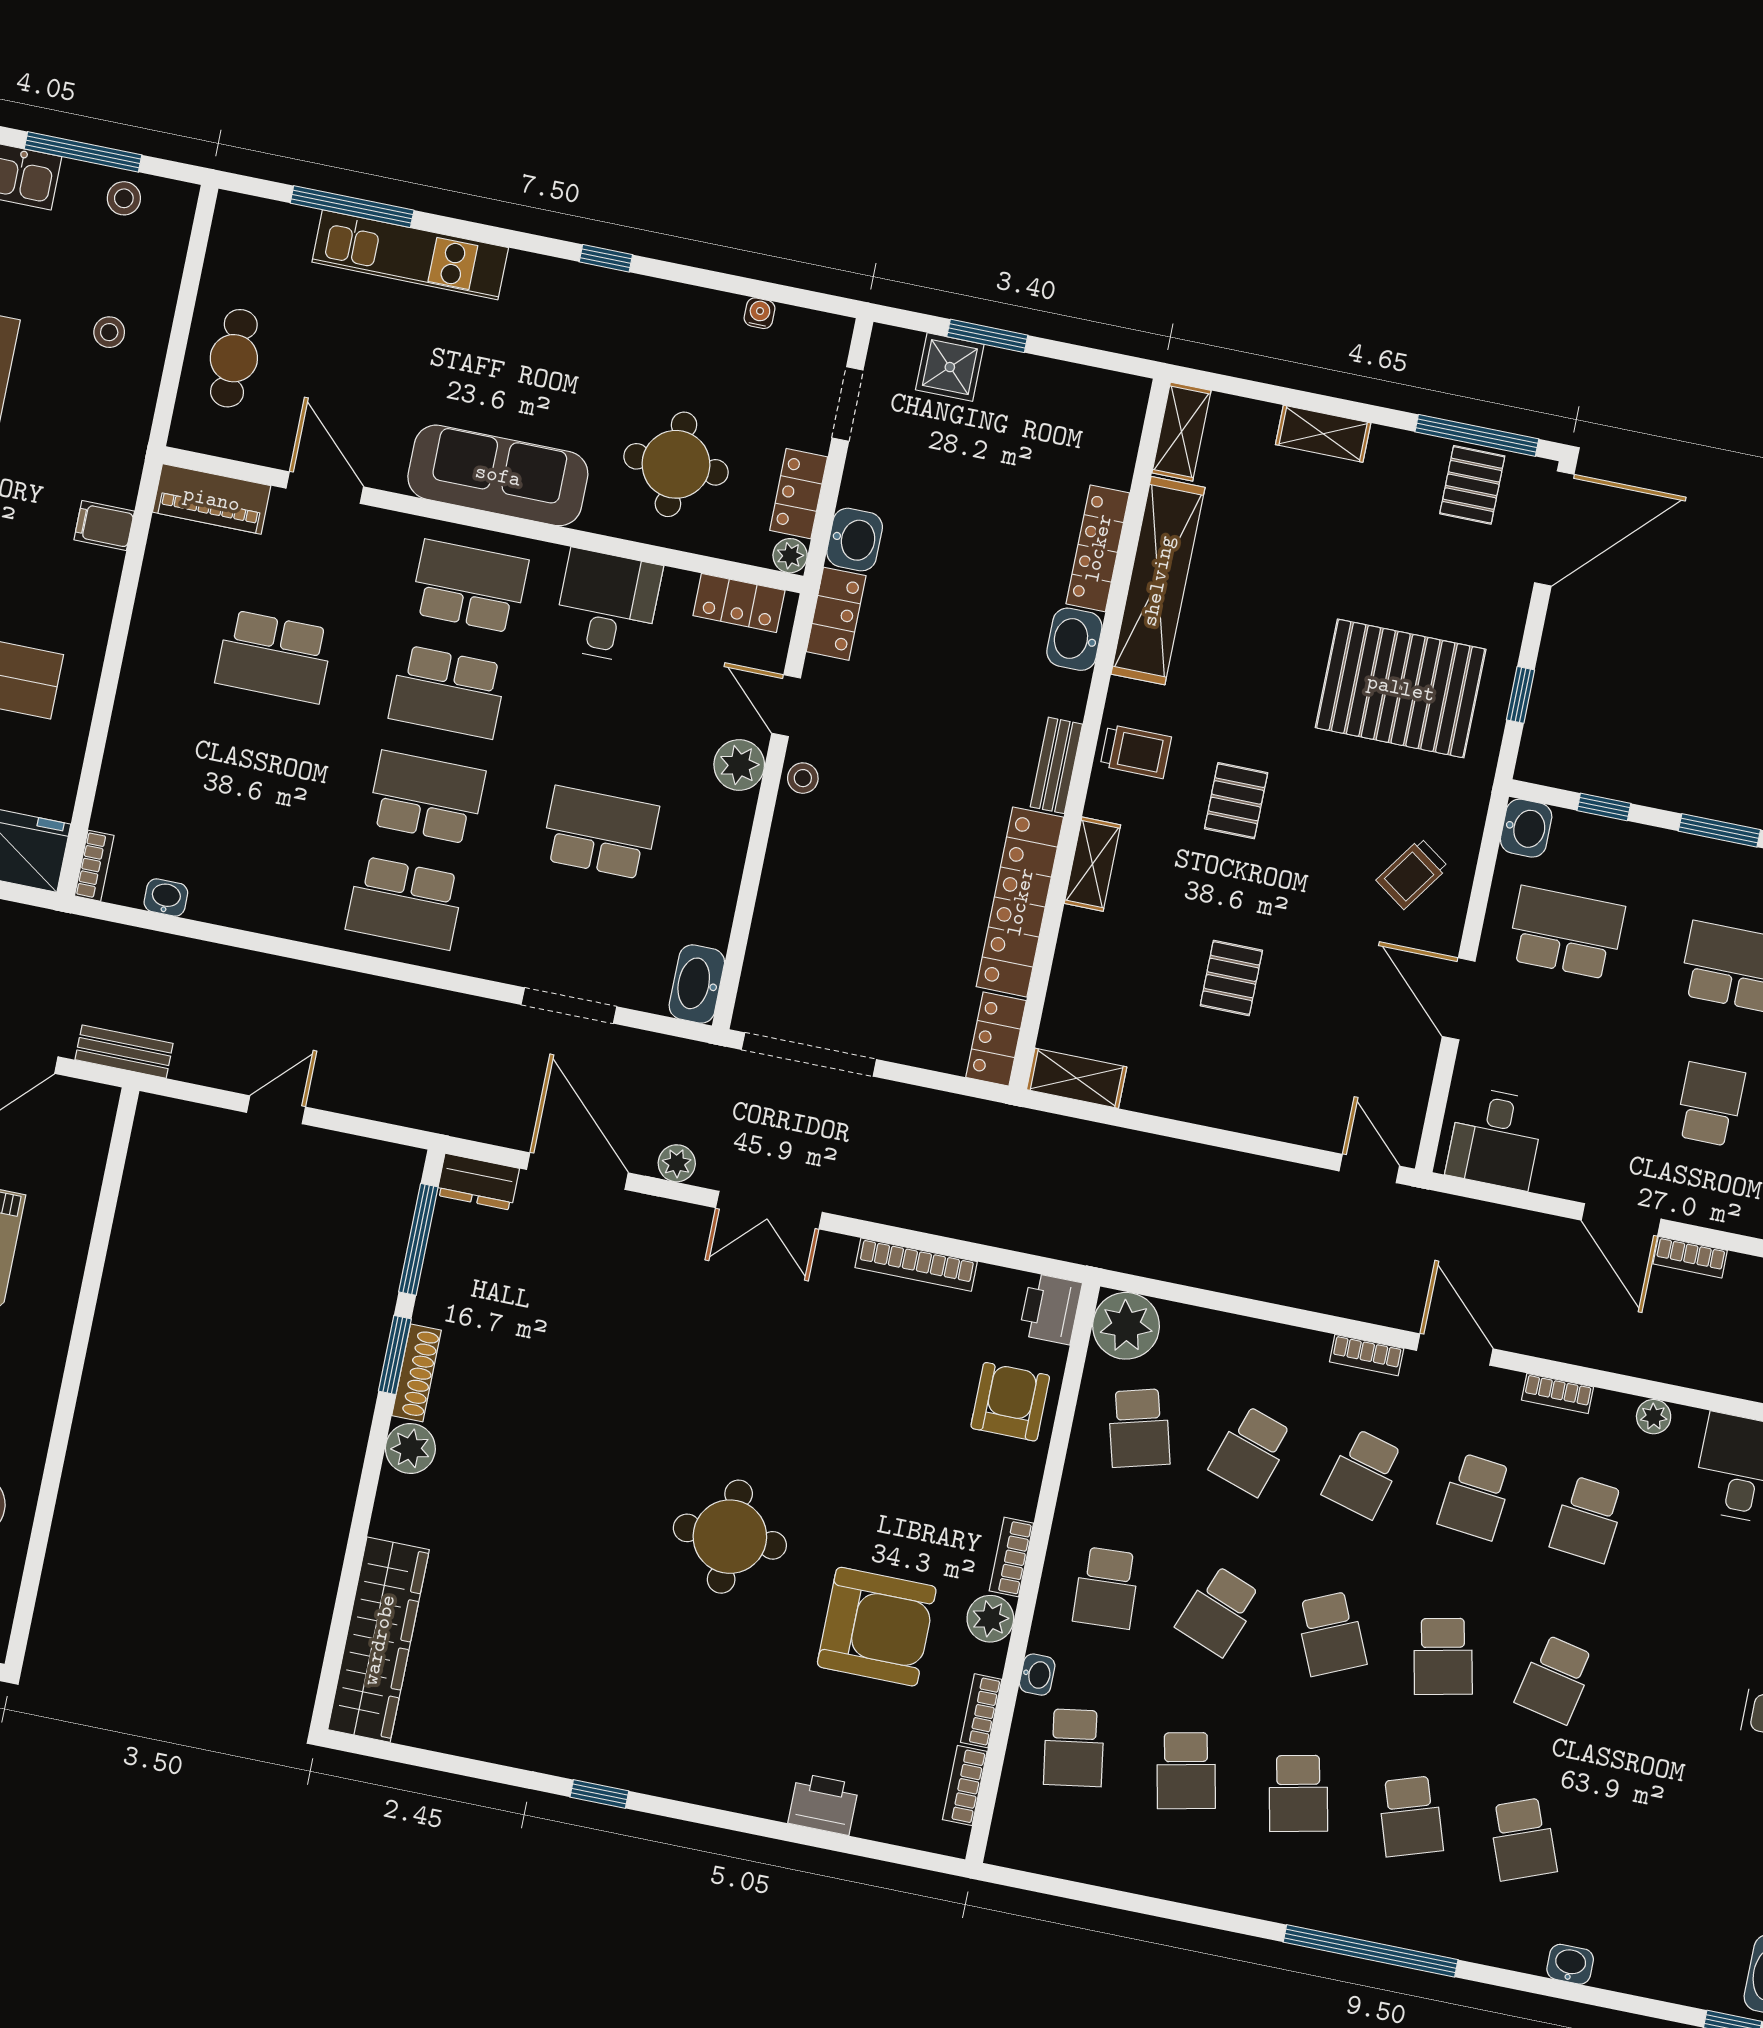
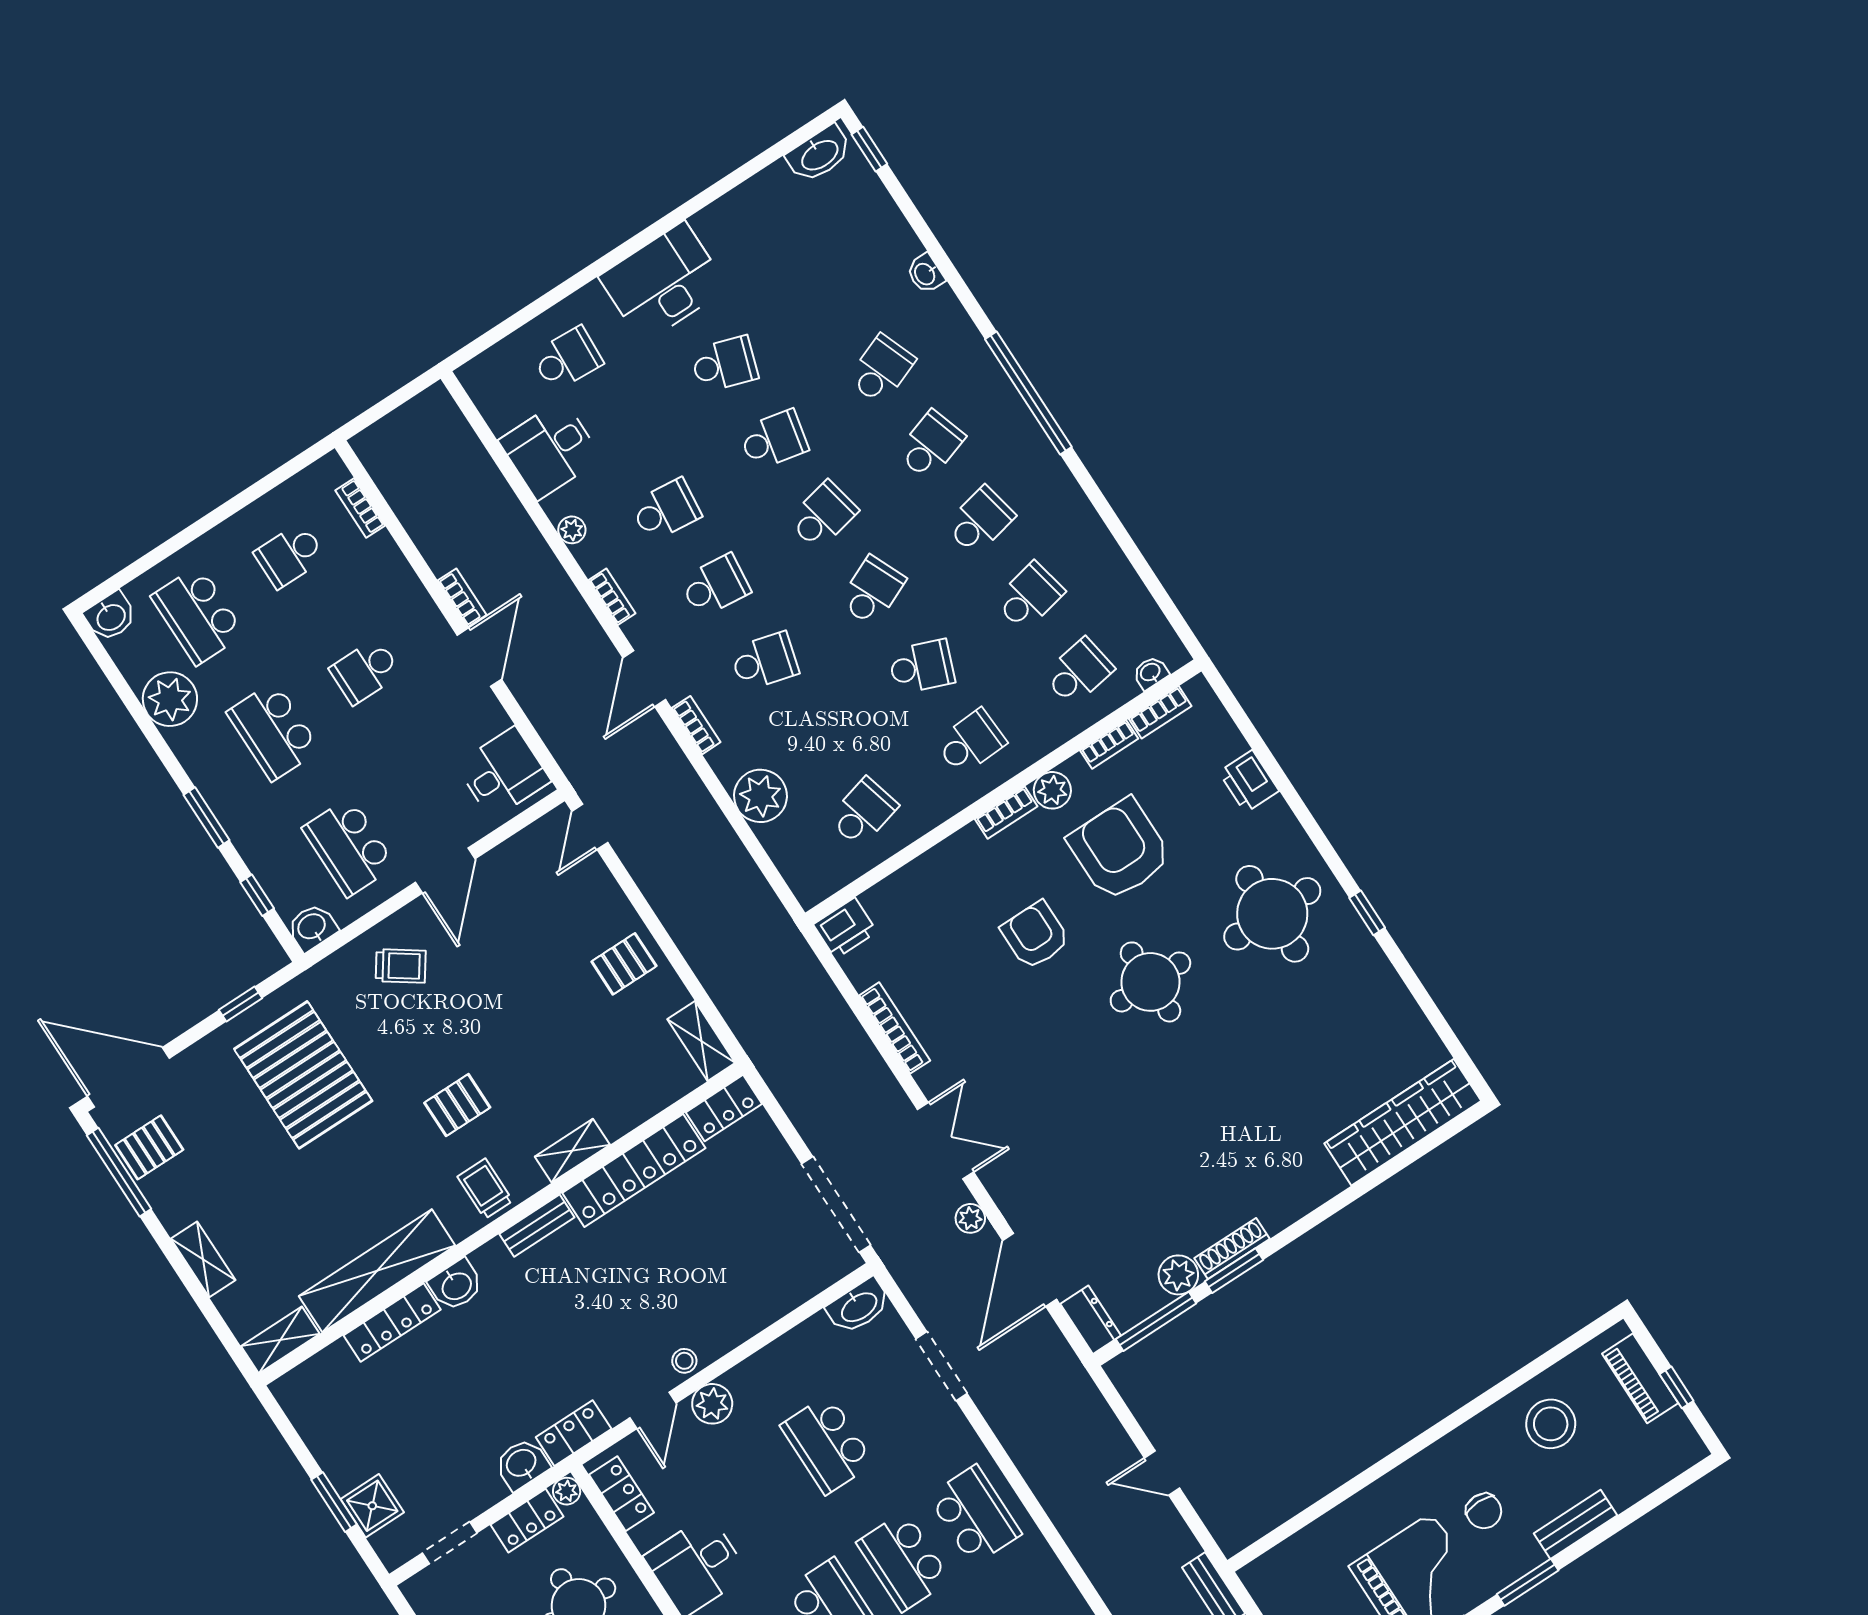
pallet: (1231, 978) -> (624, 964), moved
plant: (1126, 1326) -> (760, 796), moved
armchair: (1010, 1402) -> (1035, 935), moved, turned 90
plant: (410, 1449) -> (1178, 1275), moved
school desk: (1251, 1451) -> (724, 364), moved
washbasin: (1037, 1675) -> (1151, 673), moved
round table: (683, 1707) -> (1272, 914), added

